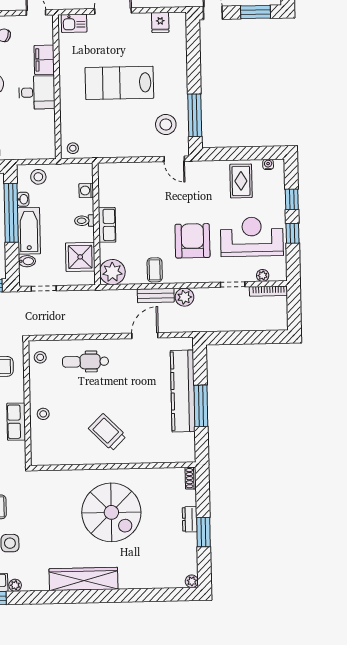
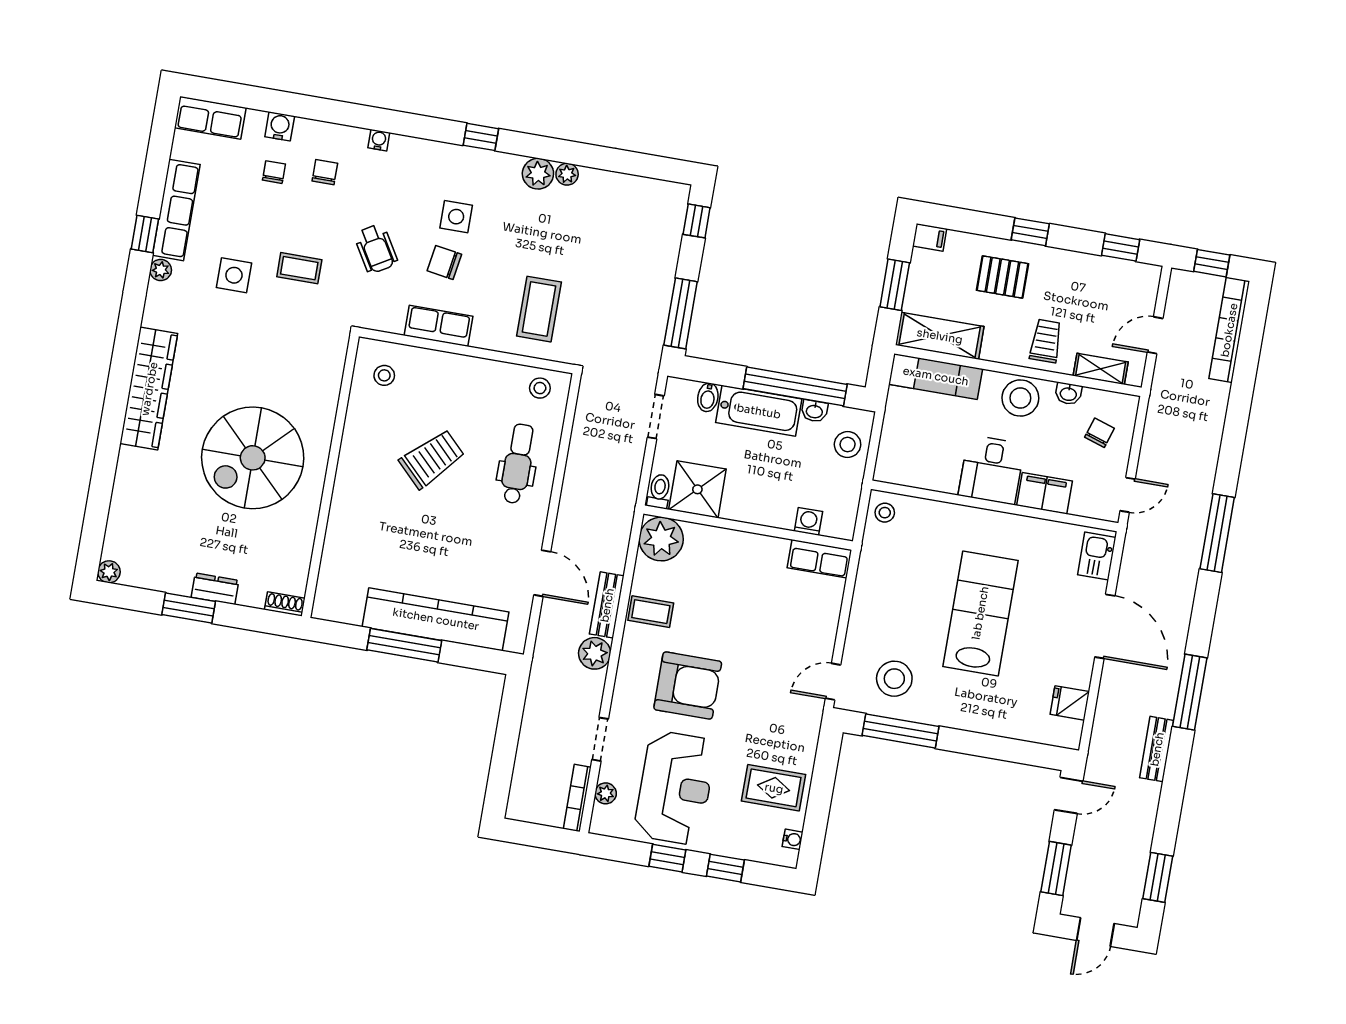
toilet: (84, 221) -> (659, 491), moved
row of seats: (107, 225) -> (819, 559), moved
stool: (43, 414) -> (384, 375), moved
trolley: (107, 432) -> (432, 459), moved

